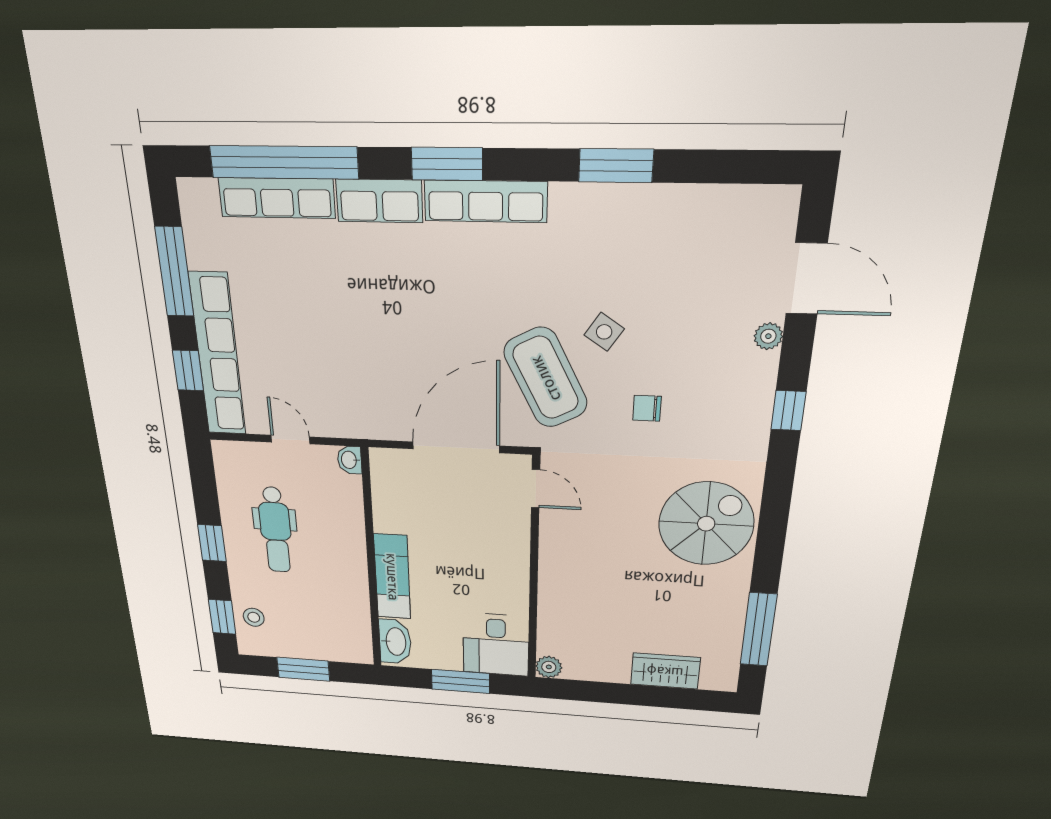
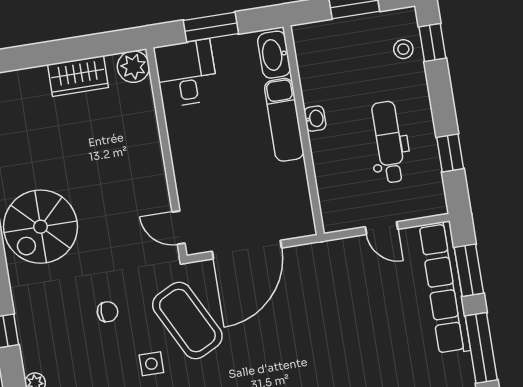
side table: (604, 332) -> (151, 364), turned -34
window: (188, 370) -> (469, 270), width x1.50
washbasin: (350, 460) -> (315, 119), moved
window: (212, 543) -> (450, 153), moved
plant: (549, 667) -> (133, 67), width x1.38, depth x1.38
wardrobe: (665, 671) -> (78, 76), moved

